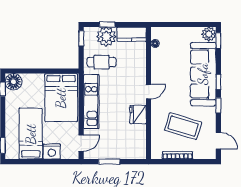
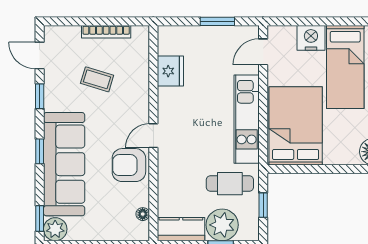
window: (81, 38) -> (263, 205), moved
armchair: (164, 73) -> (129, 165), added
window: (218, 105) -> (40, 96), moved
fridge: (138, 115) -> (170, 71), moved
coffee table: (183, 126) -> (97, 79), width x0.54, depth x0.58

